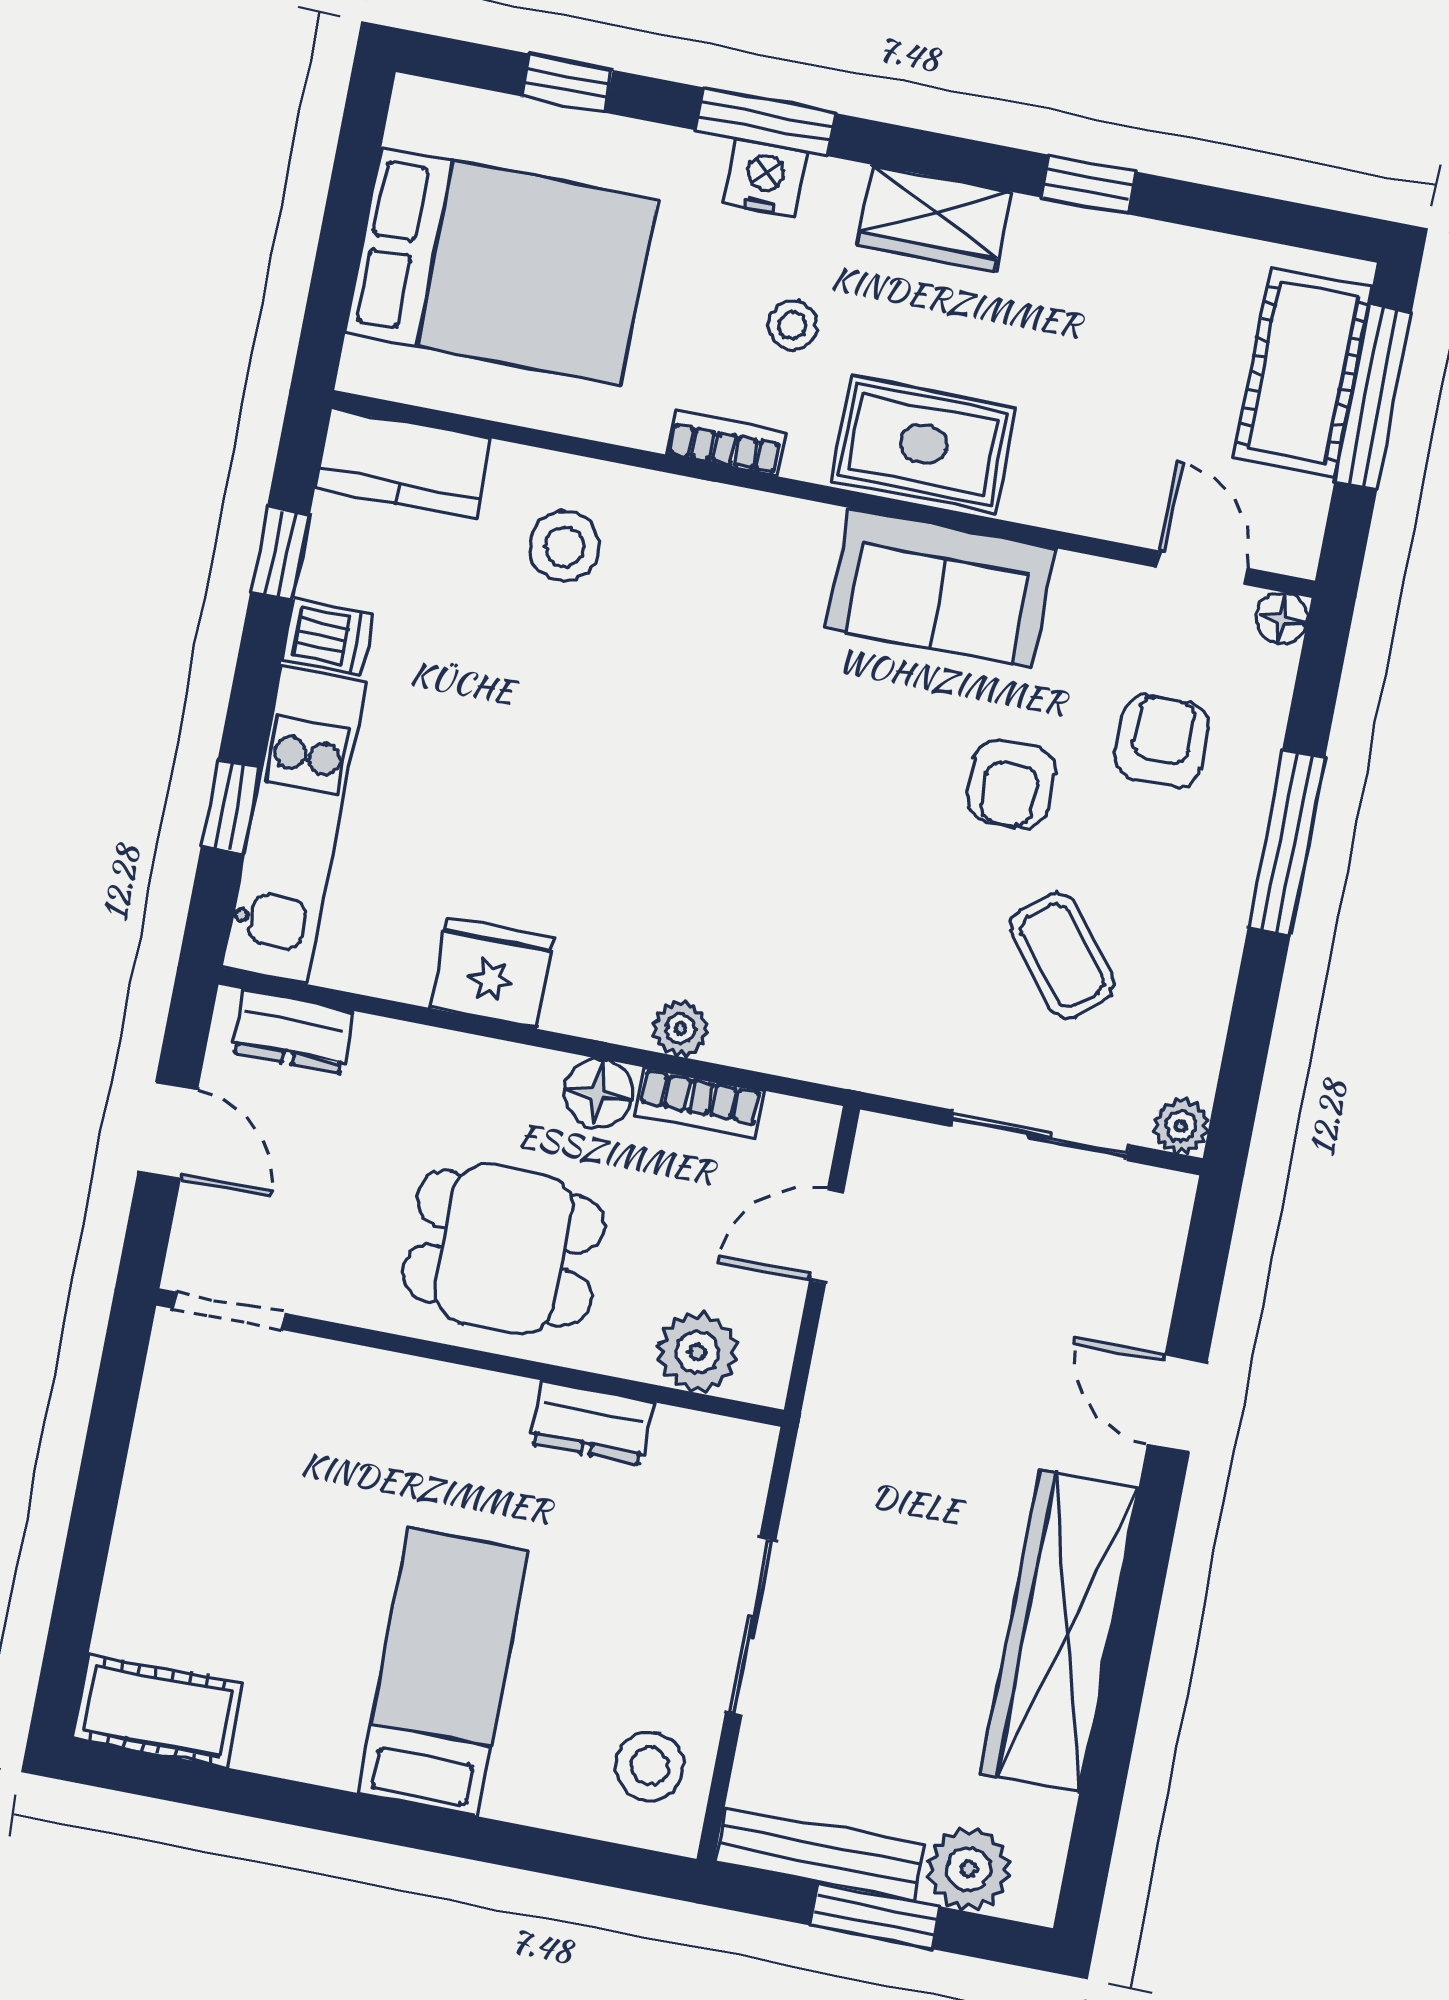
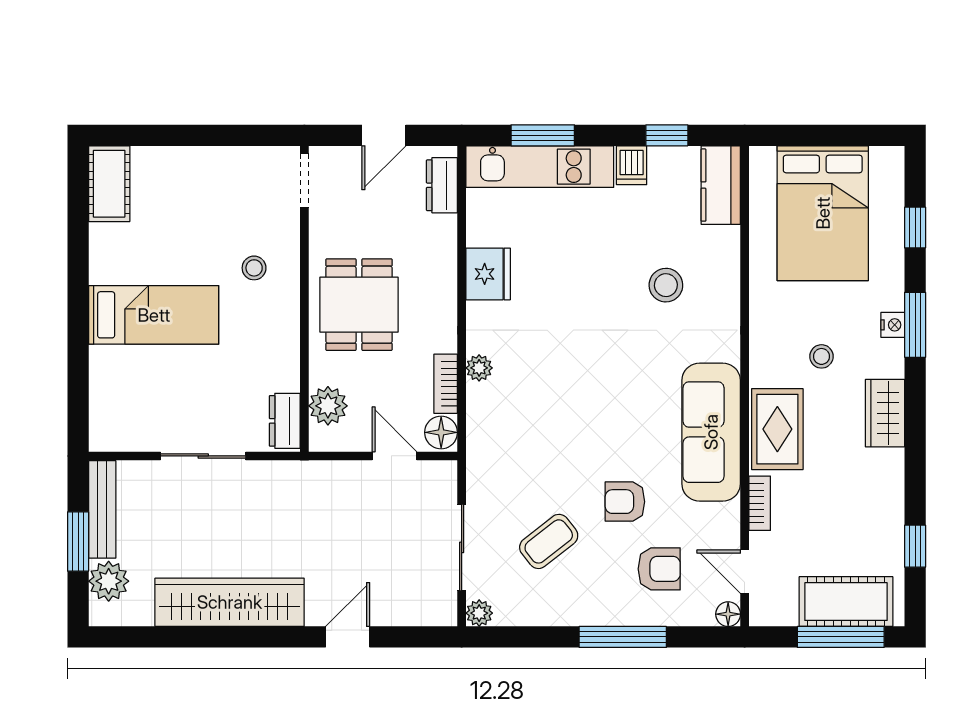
nightstand: (765, 178) -> (893, 325), width x0.72, depth x0.74
window: (1088, 185) -> (915, 546), moved
bookcase: (726, 443) -> (760, 503), moved
stool: (564, 546) -> (666, 285), moved
door: (1202, 568) -> (745, 572), swing flipped
sofa: (941, 588) -> (711, 432), width x1.36
window: (231, 806) -> (543, 135), width x1.50
floor lamp: (598, 1093) -> (441, 432), moved
dresser: (592, 1423) -> (285, 421), moved
stool: (649, 1766) -> (254, 268), moved, width x0.73, depth x0.73

